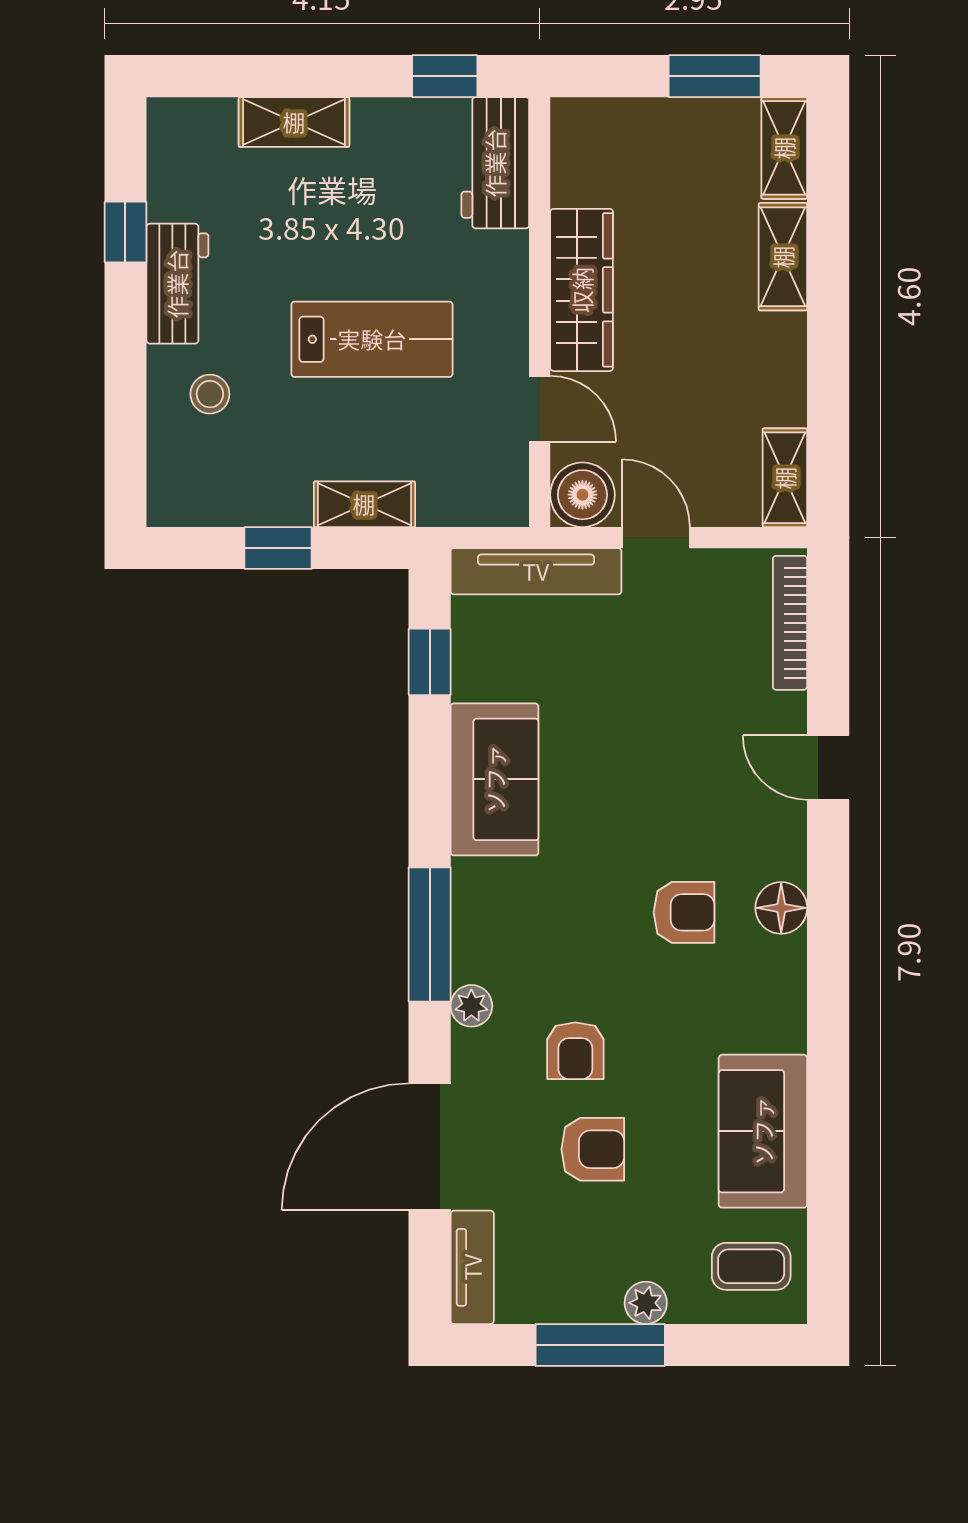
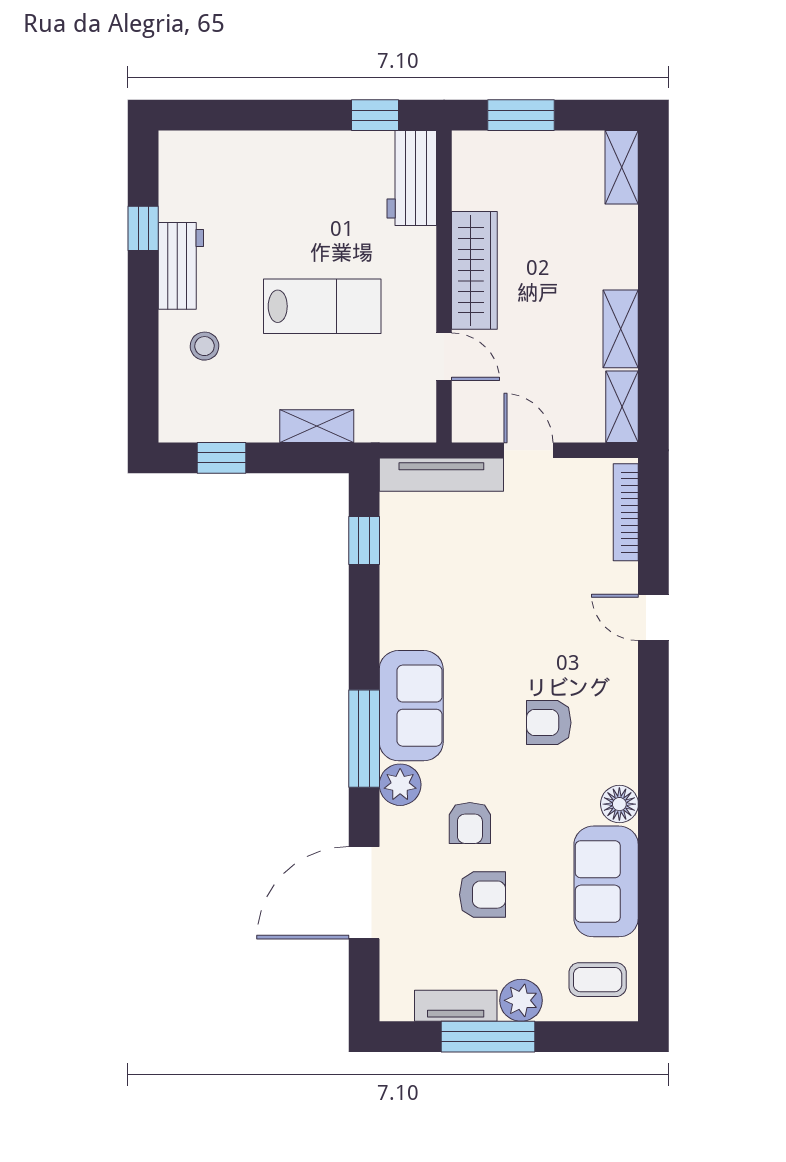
window: (715, 76) -> (521, 115), moved
shelving: (294, 122) -> (266, 148), removed
shelving: (783, 257) -> (621, 329), moved
boiler: (582, 495) -> (475, 419), removed
window: (278, 548) -> (221, 458), moved
sofa: (495, 779) -> (411, 706), moved
floor lamp: (781, 908) -> (619, 804), moved
armchair: (684, 912) -> (549, 723), turned 180
plant: (471, 1006) -> (400, 785), width x1.38, depth x1.38
tv unit: (472, 1267) -> (456, 1006), moved, turned -90
plant: (646, 1303) -> (521, 1000), width x1.38, depth x1.38

